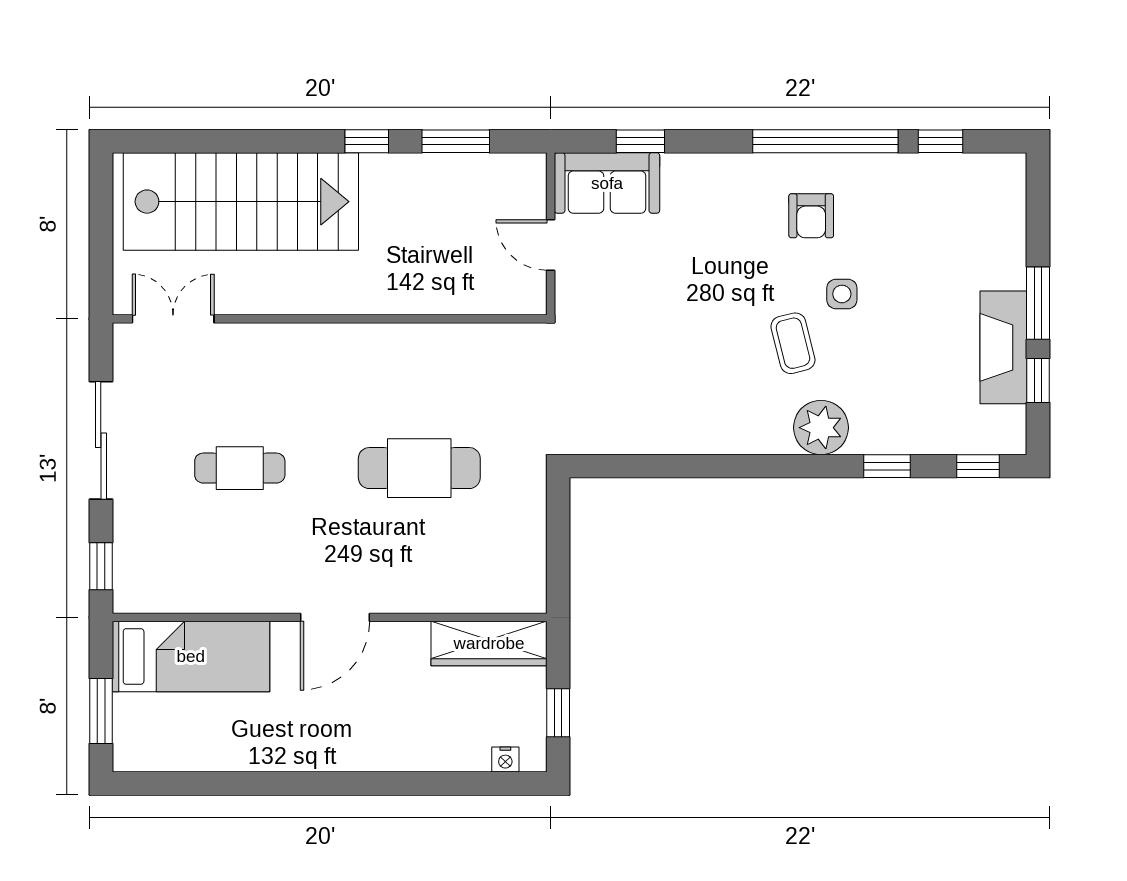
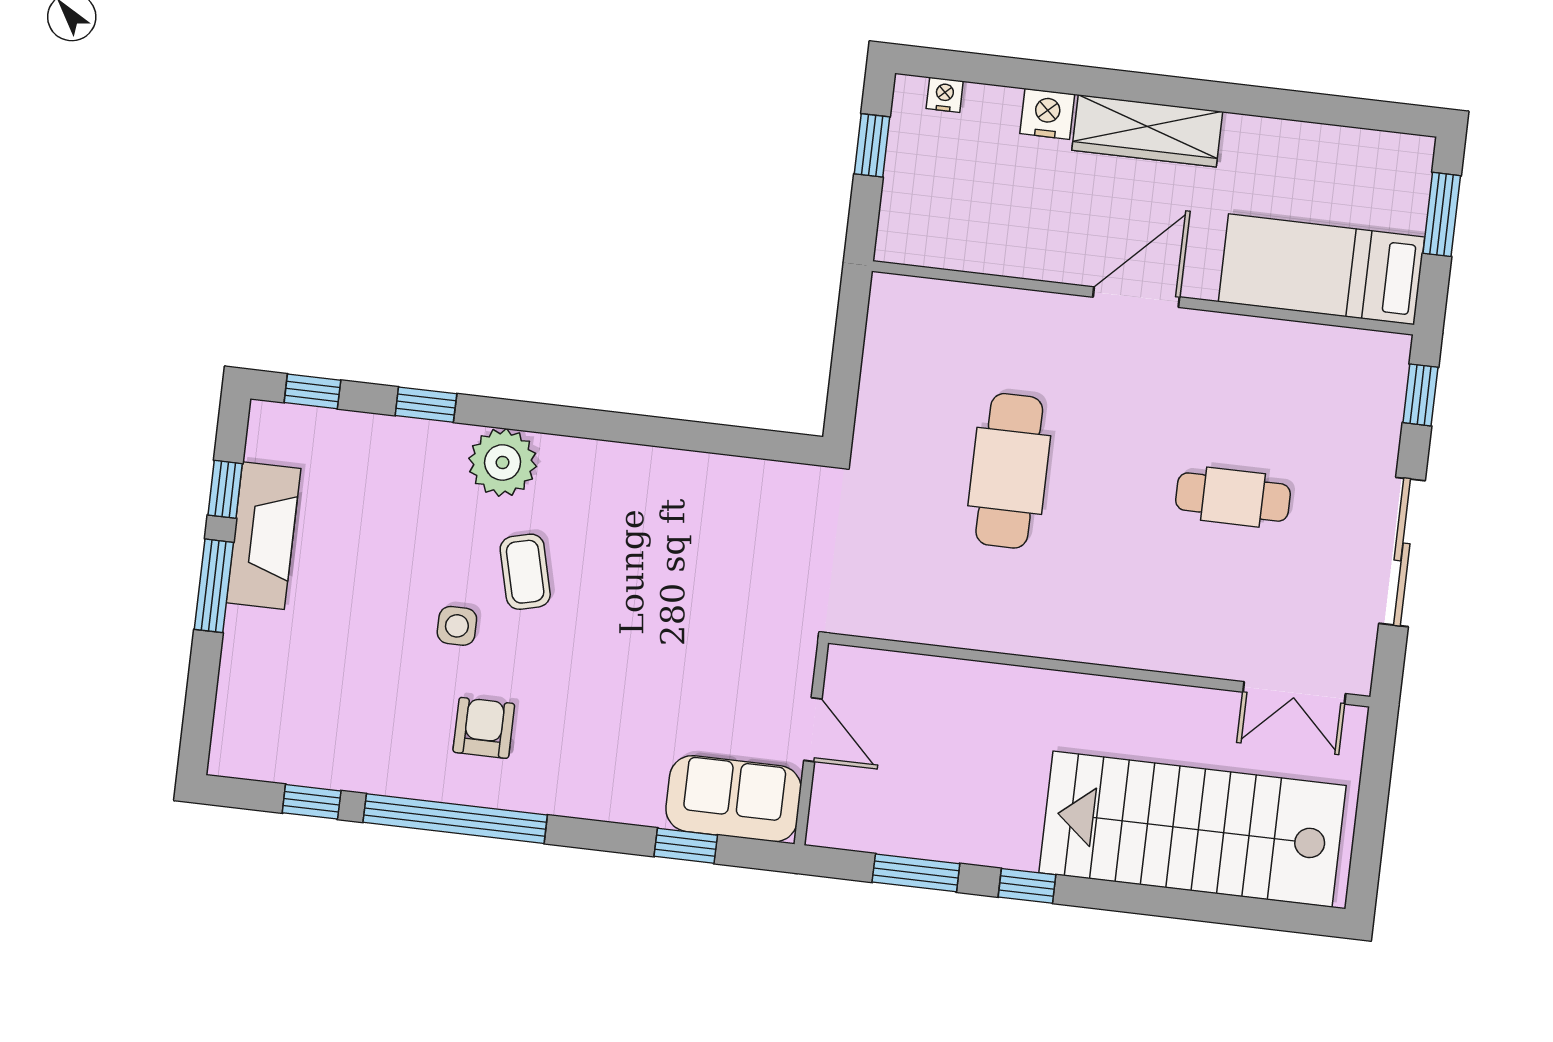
cafe table: (419, 468) -> (1009, 471), turned 90
wardrobe: (489, 643) -> (1147, 131), moved, turned 180
nightstand: (422, 754) -> (1047, 114), added

